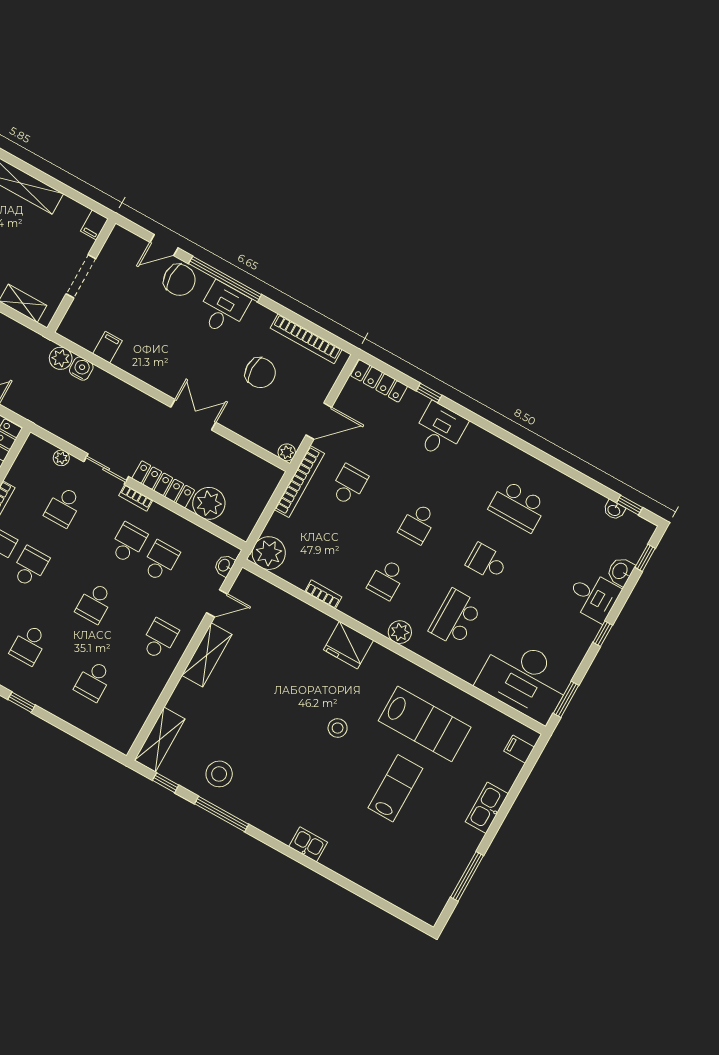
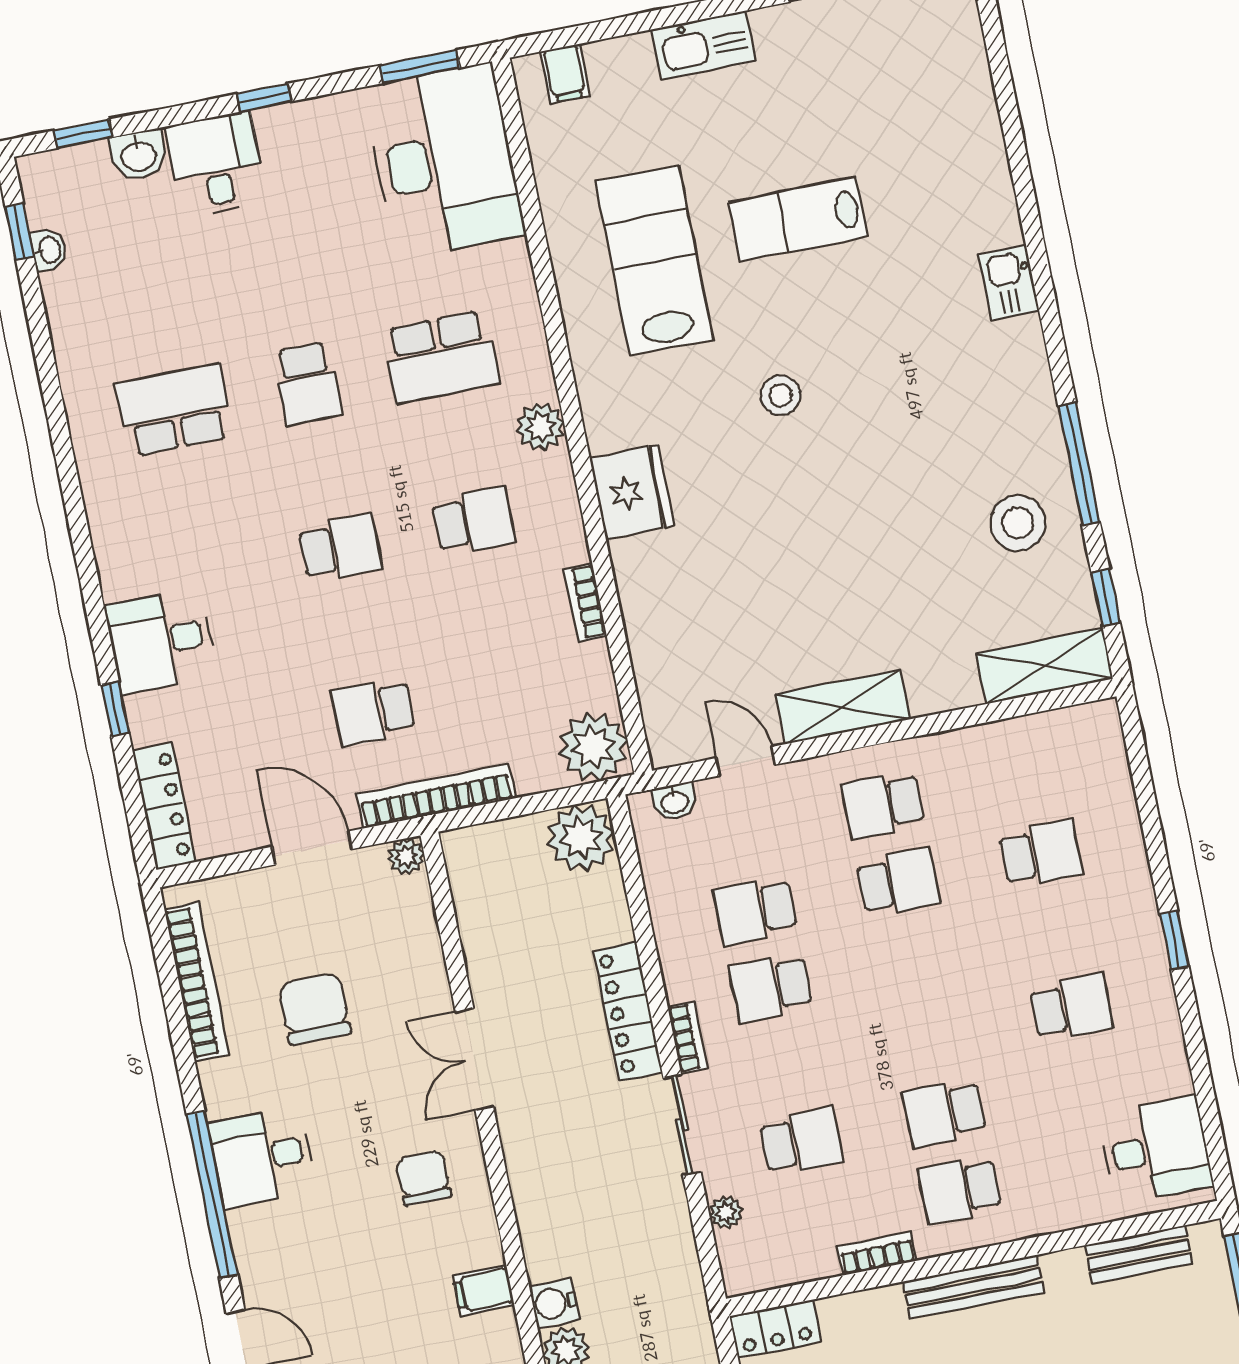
chair: (179, 280) -> (423, 1178), moved, width x0.73, depth x0.73
plant: (209, 503) -> (581, 838), moved
school desk: (518, 506) -> (175, 410), turned -90
school desk: (95, 603) -> (898, 882), moved

